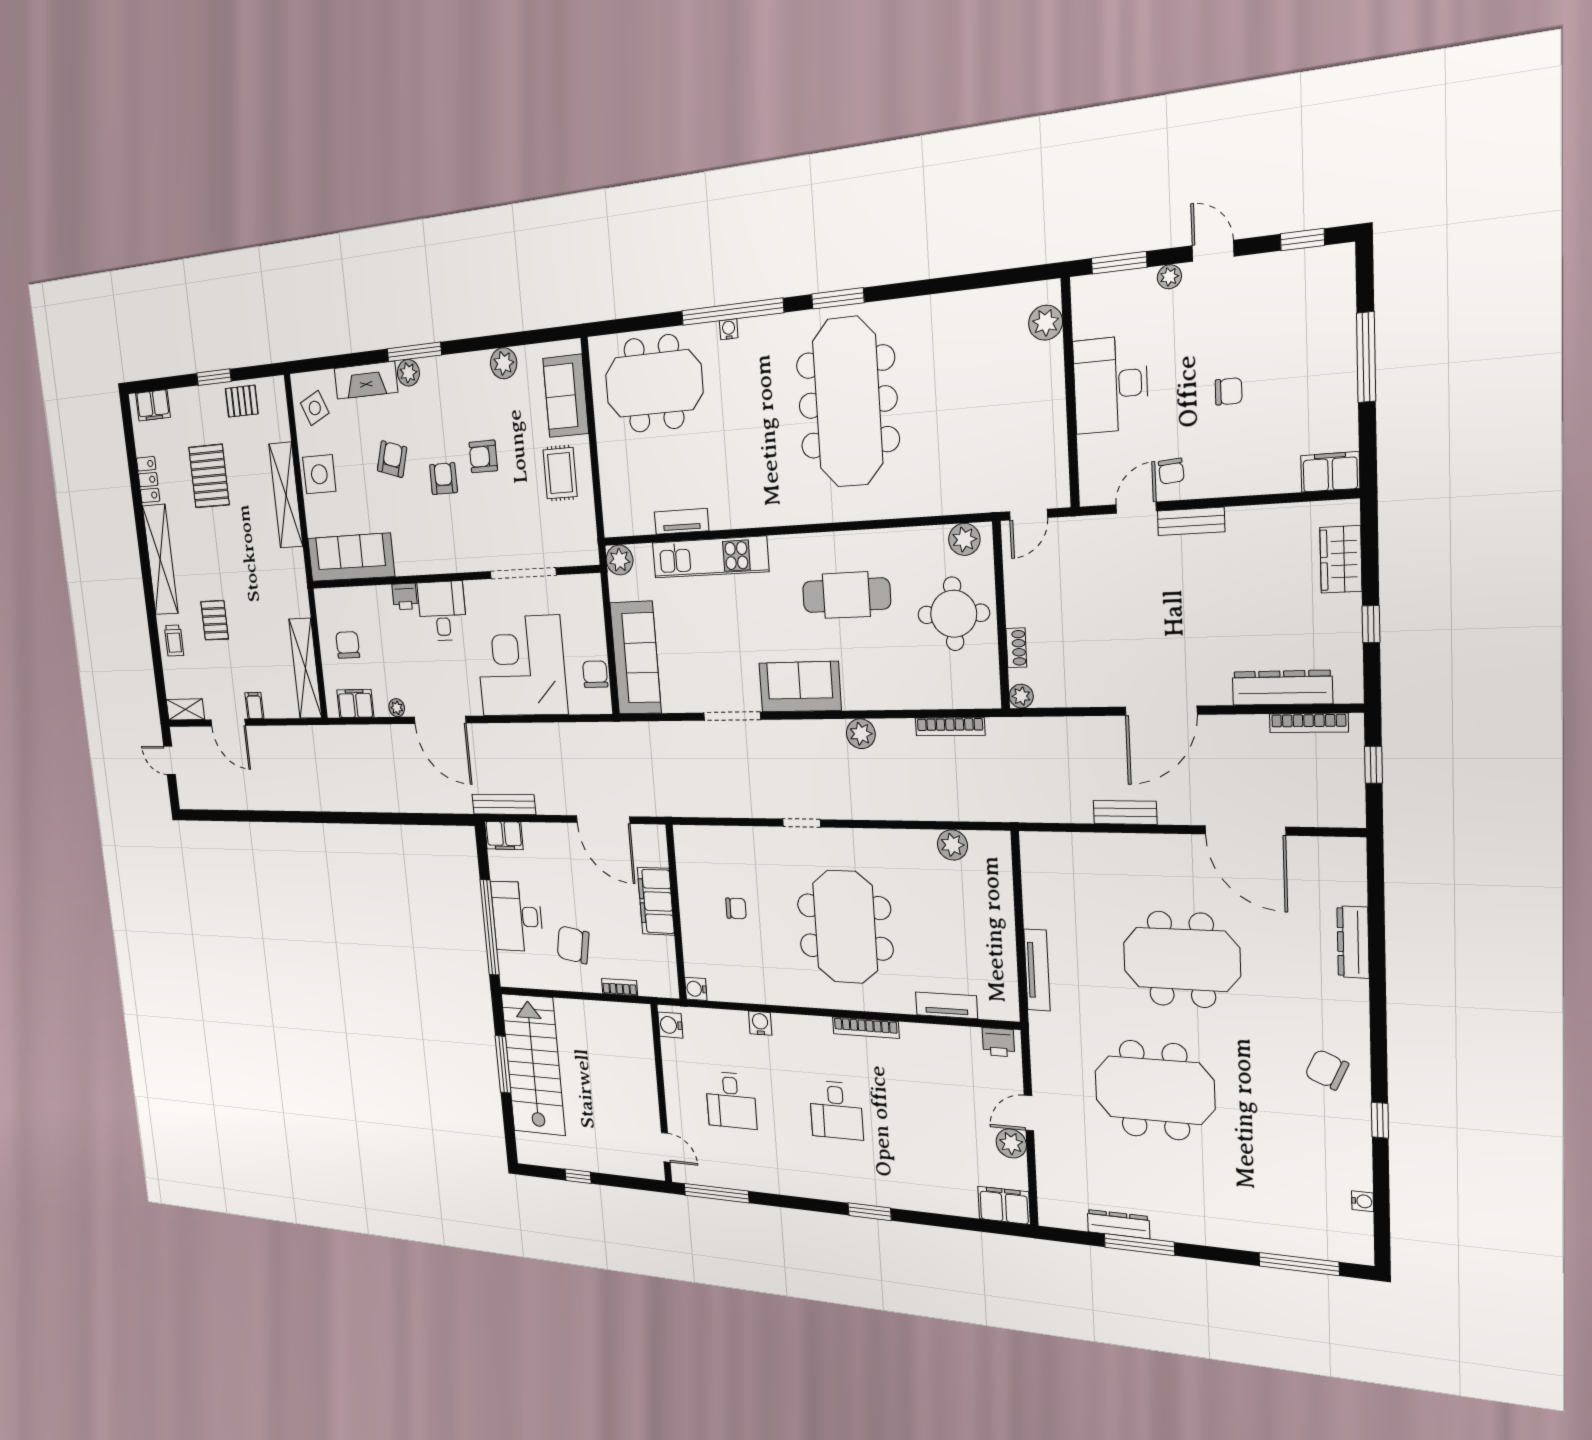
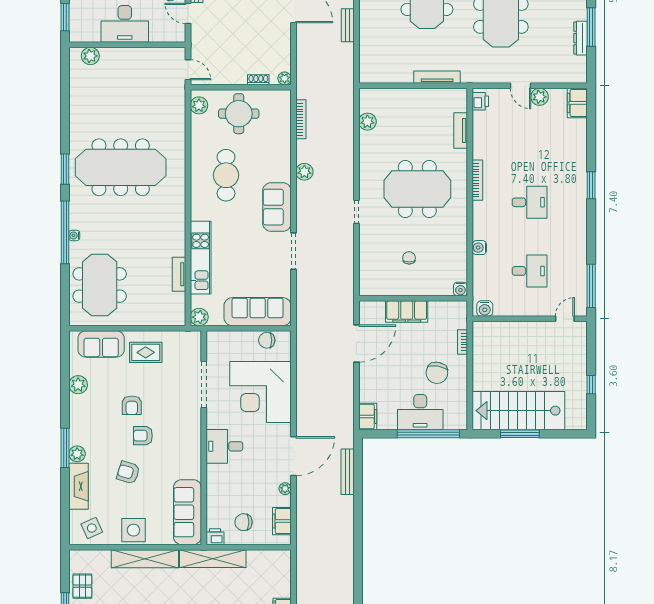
printer: (405, 596) -> (215, 537), moved, turned -90
shelving: (305, 668) -> (213, 559), moved
bench: (504, 804) -> (348, 472), moved

